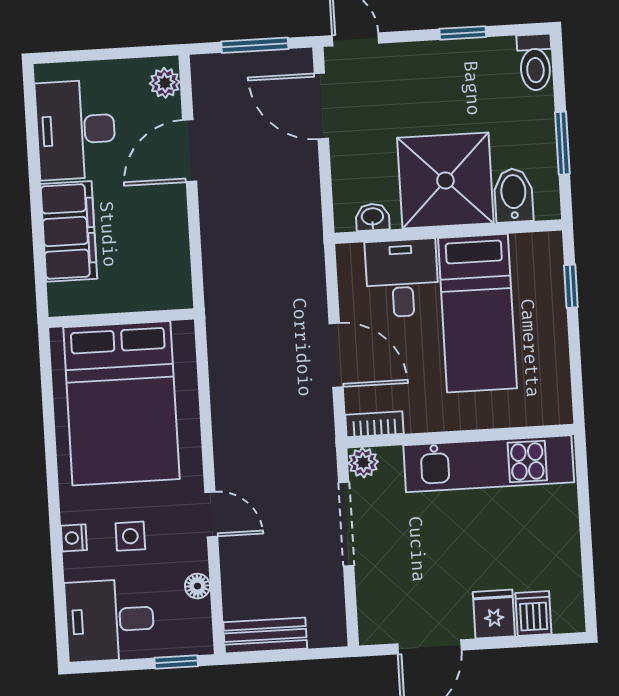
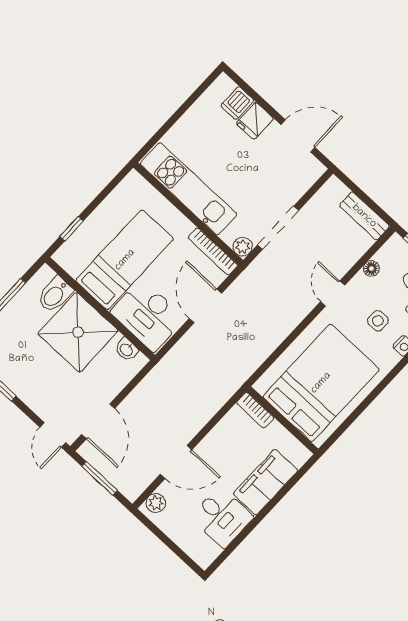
desk: (76, 130) -> (222, 517), width x0.73
desk: (402, 278) -> (148, 315), width x1.37
bookcase: (162, 298) -> (255, 410), added
bookcase: (374, 424) -> (213, 251), width x1.56

